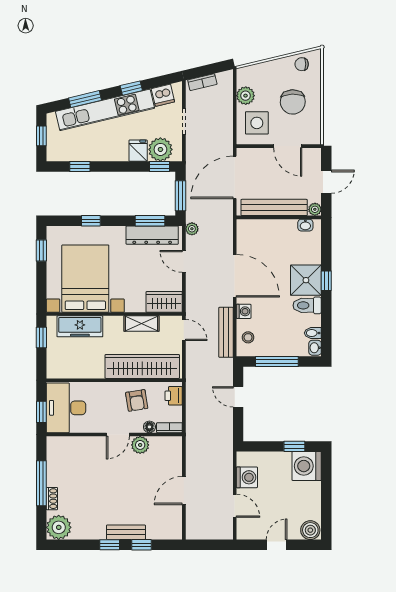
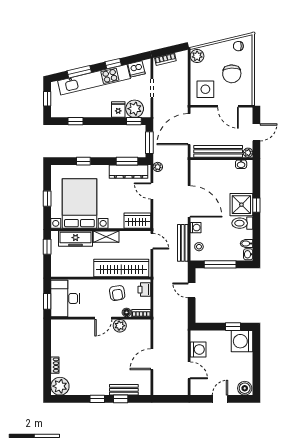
plant: (246, 96) -> (197, 56), moved
window: (41, 251) -> (47, 199), moved
shelving: (141, 324) -> (106, 237), moved
window: (41, 483) -> (47, 354), removed
bench: (126, 532) -> (124, 390), moved

